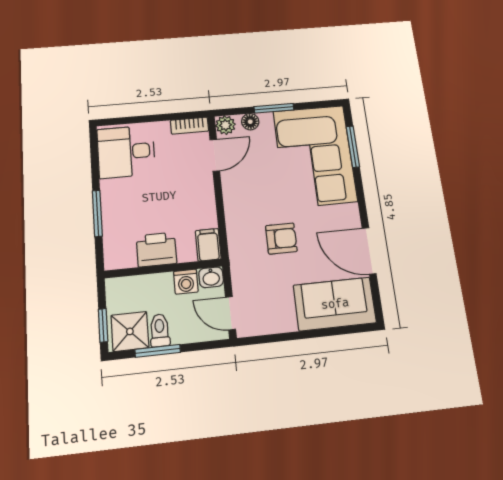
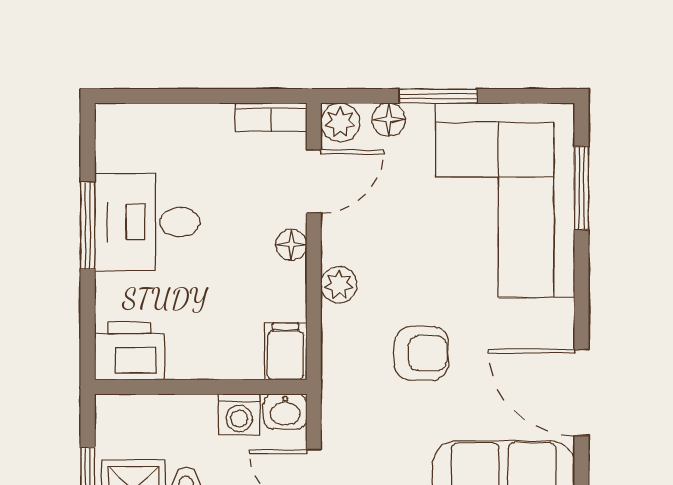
desk: (126, 152) -> (147, 222), moved
floor lamp: (206, 188) -> (291, 245), added
plant: (233, 207) -> (339, 285), added
window: (97, 213) -> (88, 226), moved
printer: (156, 250) -> (130, 351), moved

